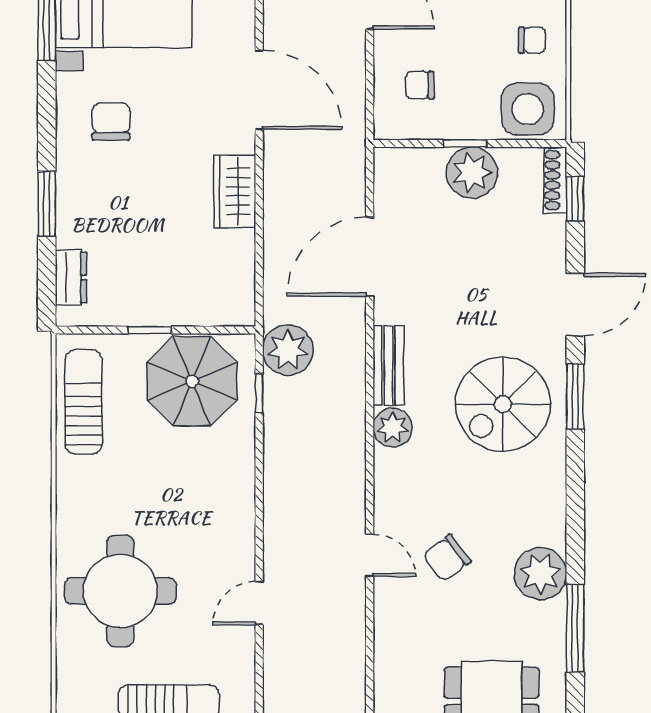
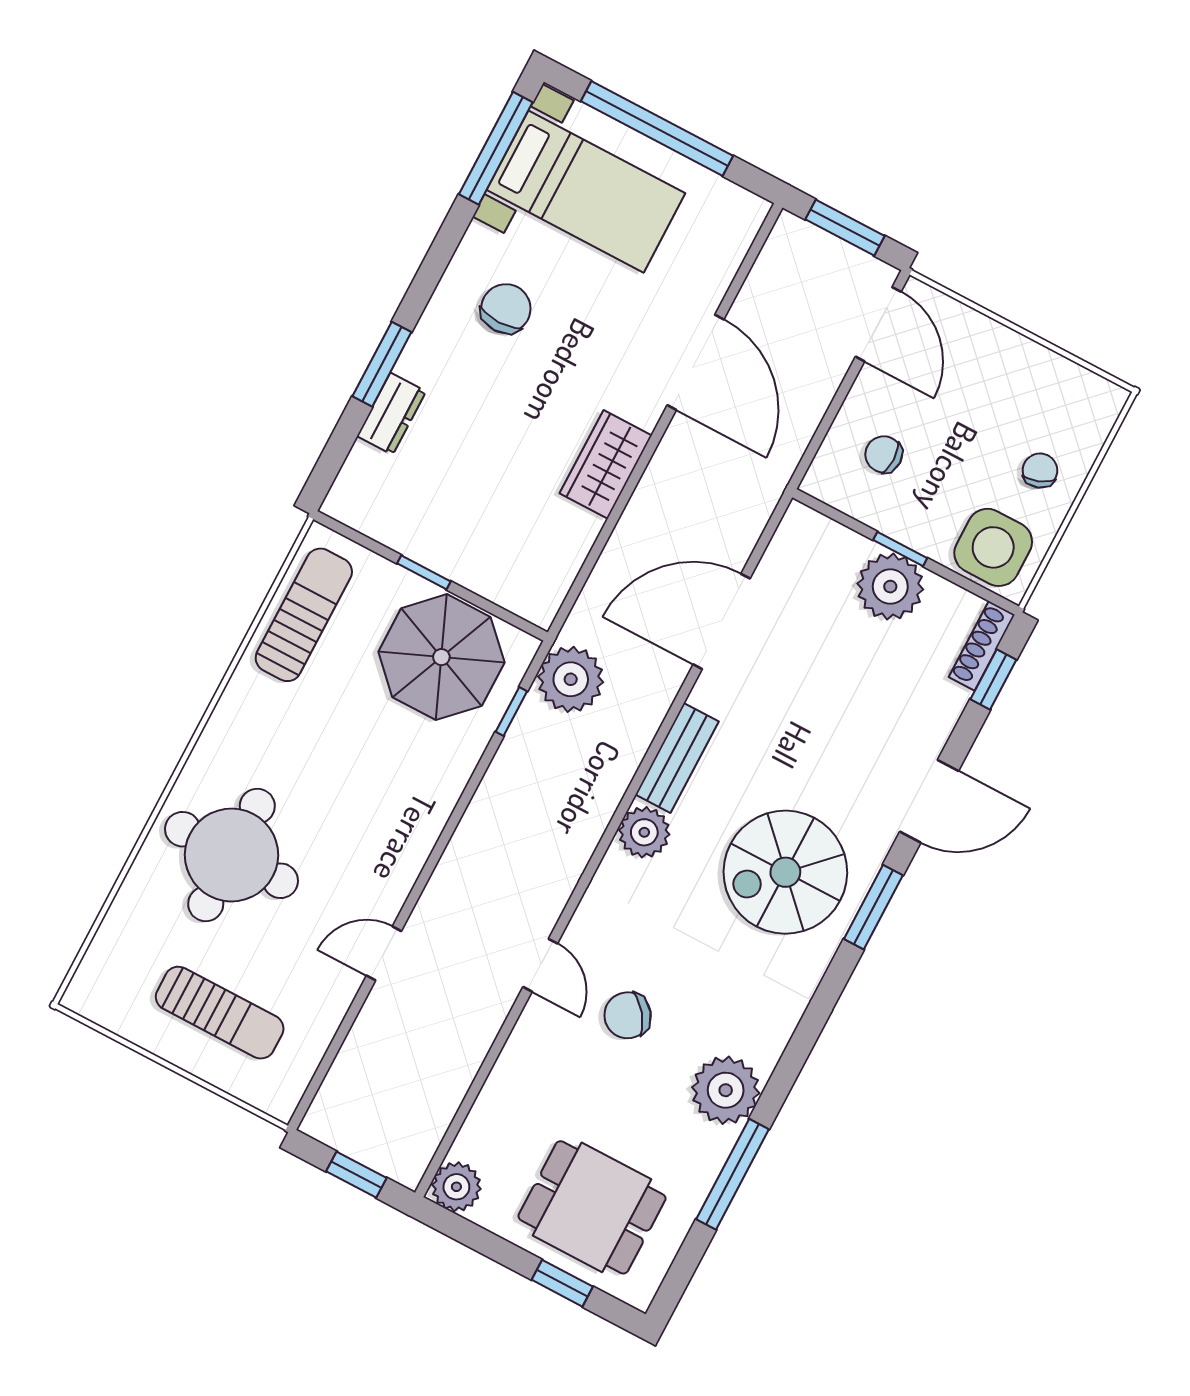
chair: (532, 40) -> (1040, 471), turned -111
dresser: (71, 277) -> (391, 414), moved

